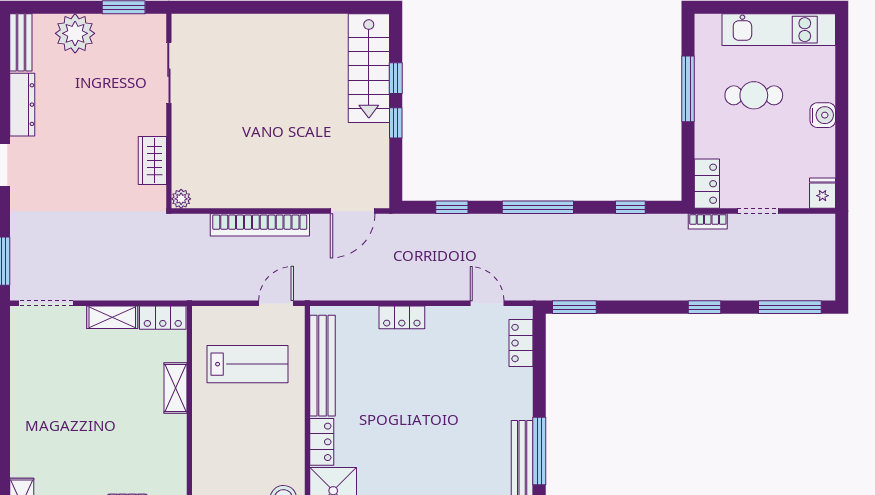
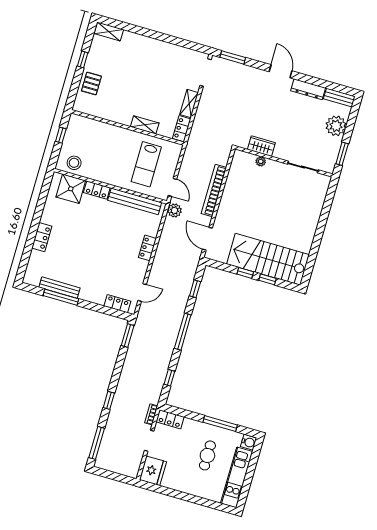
stairs: (369, 68) -> (268, 259), width x1.36, depth x1.51
water cooler: (823, 115) -> (249, 442), moved, turned -90
fridge: (823, 193) -> (153, 471), width x1.88, depth x1.34
plant: (181, 199) -> (261, 161), moved
plant: (318, 287) -> (175, 210), added

